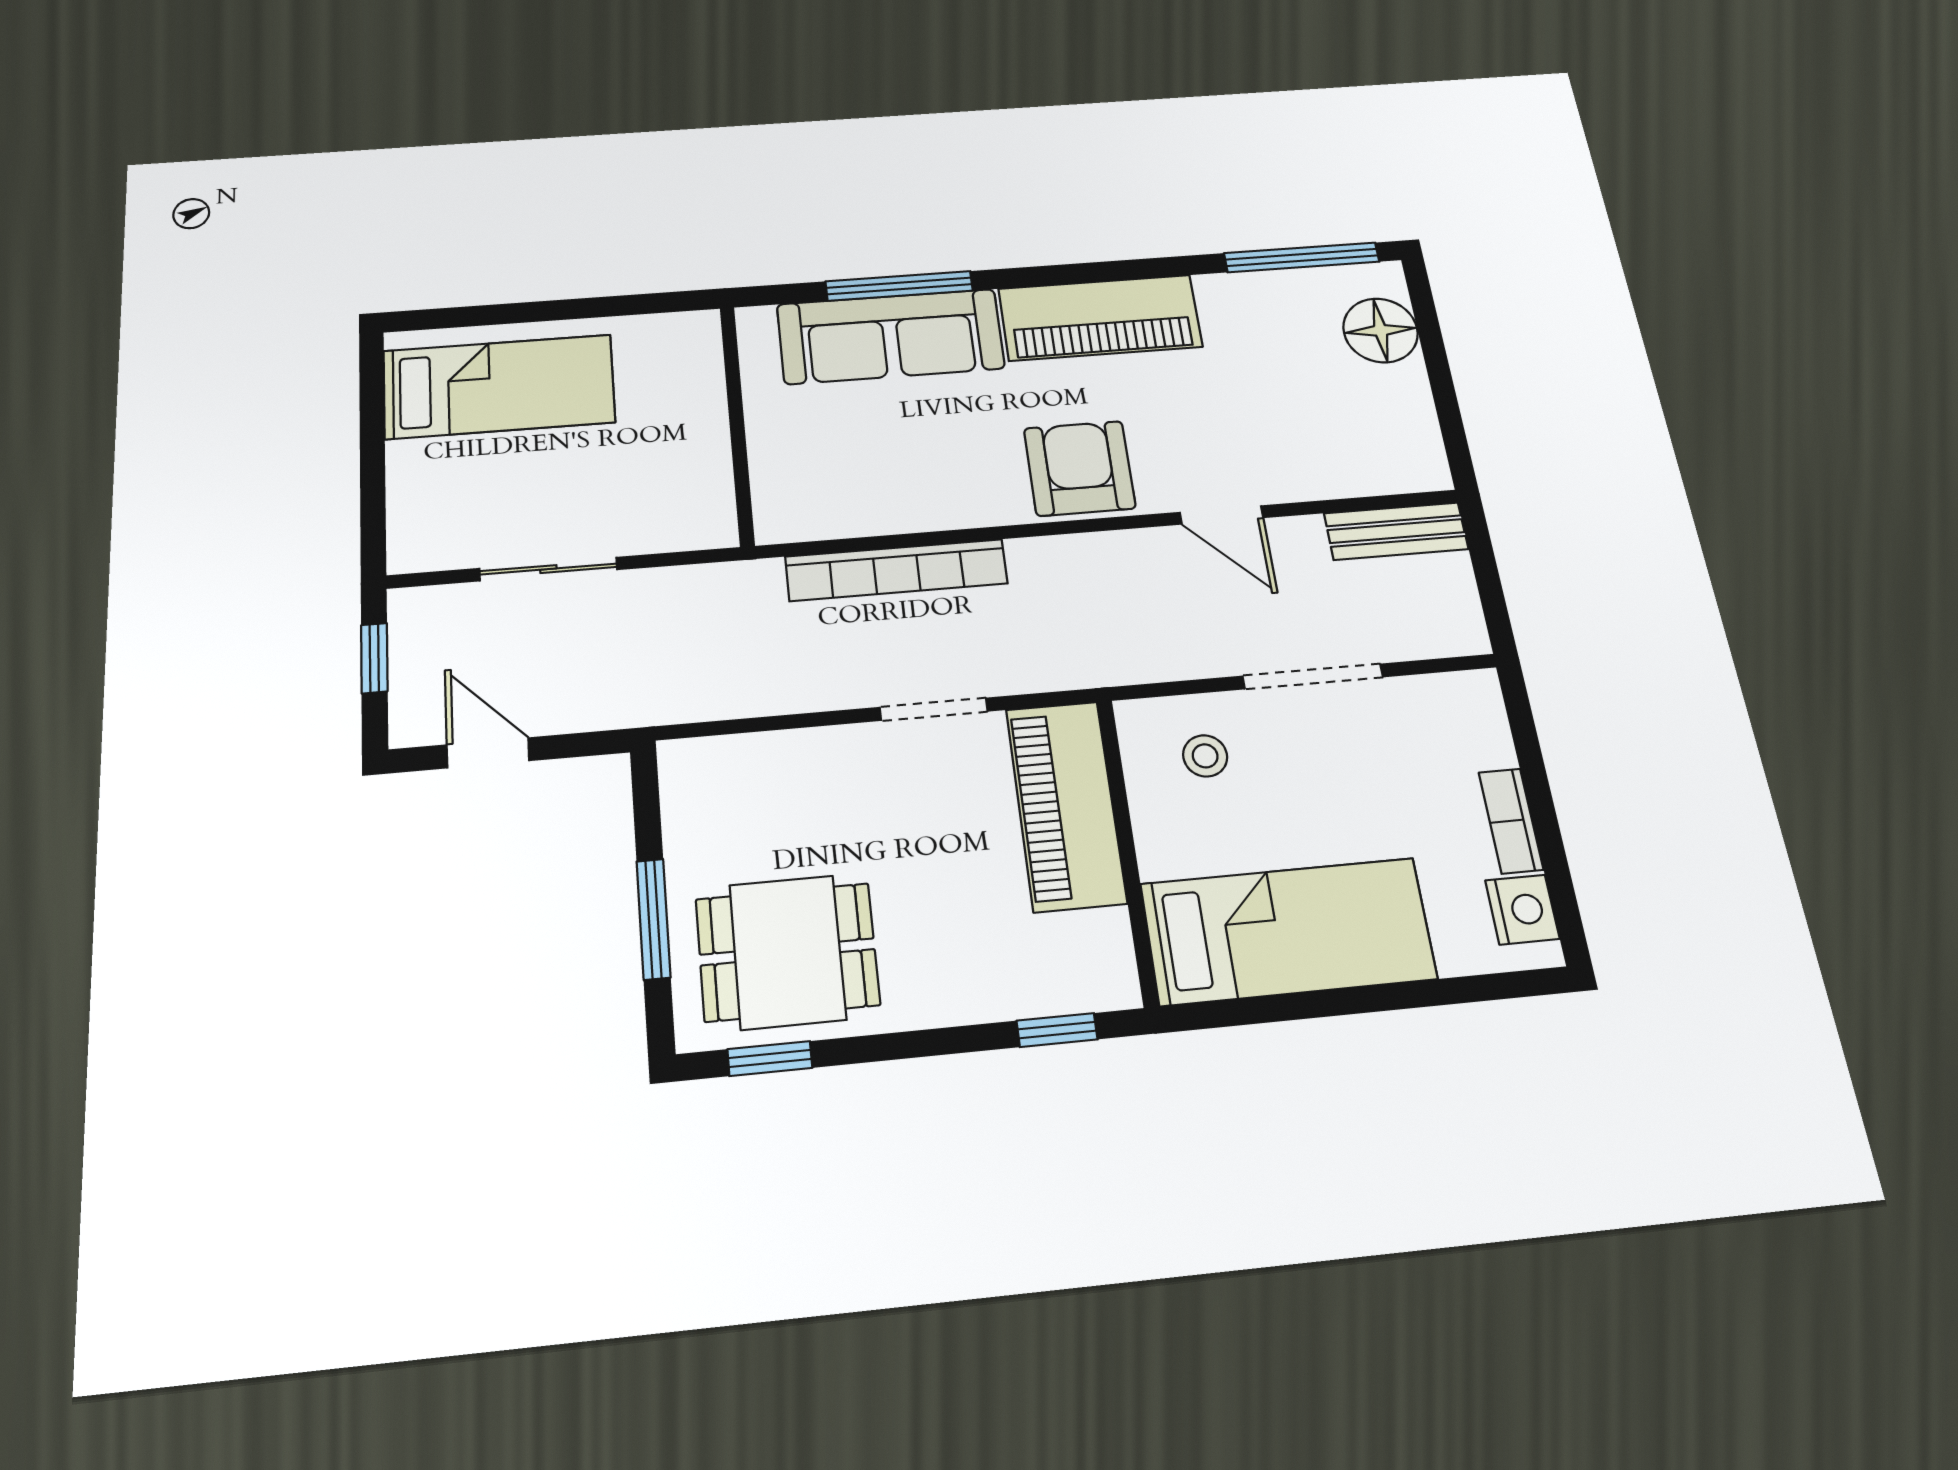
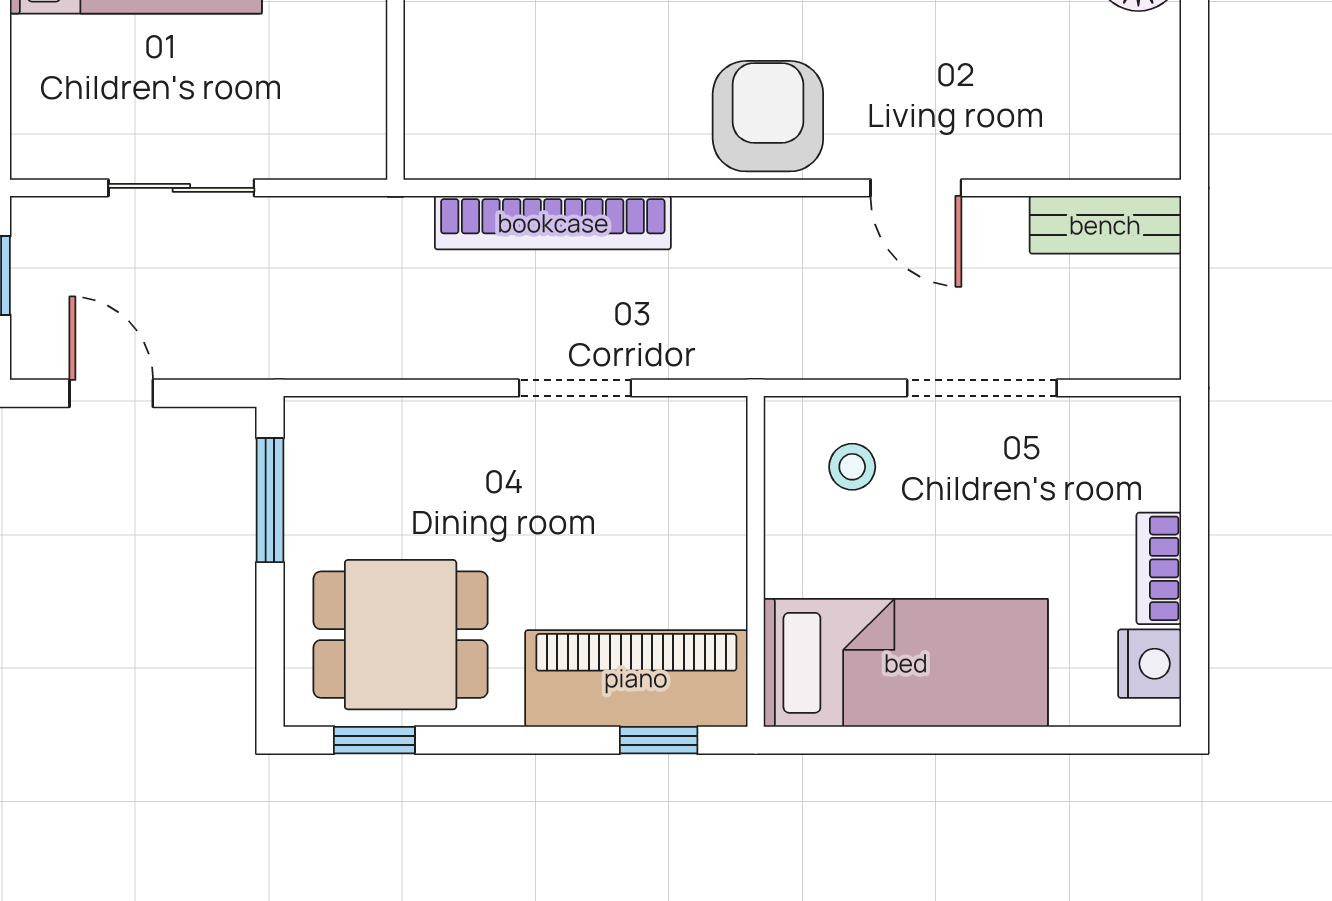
piano: (1066, 805) -> (636, 678), moved, turned 90
window: (653, 919) -> (270, 500), moved

